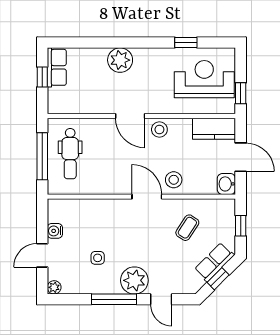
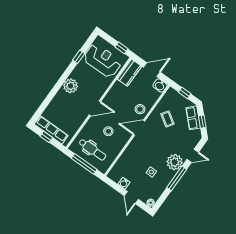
plant: (120, 60) -> (71, 86), moved
row of seats: (57, 67) -> (51, 130), width x1.48
reception desk: (204, 79) -> (102, 60), turned 90
stool: (159, 130) -> (108, 131), moved

